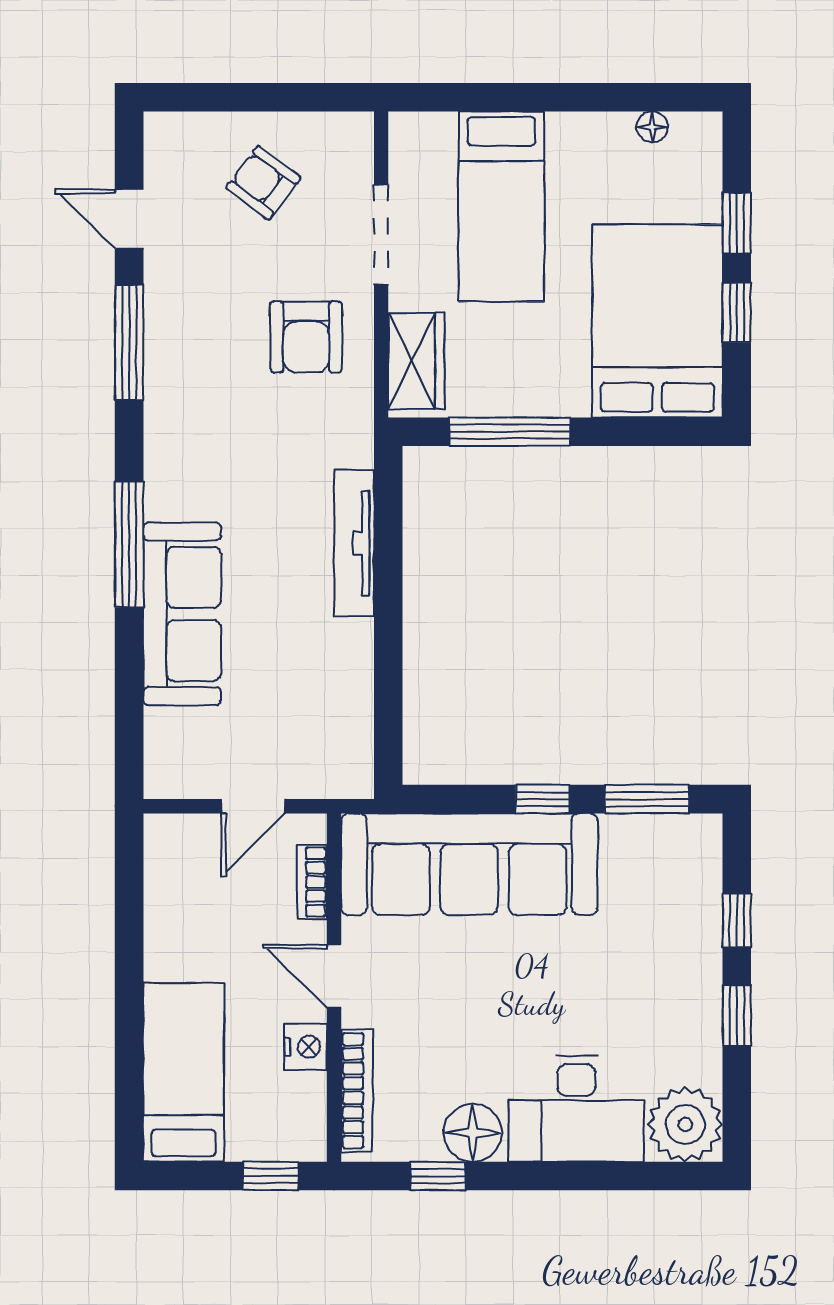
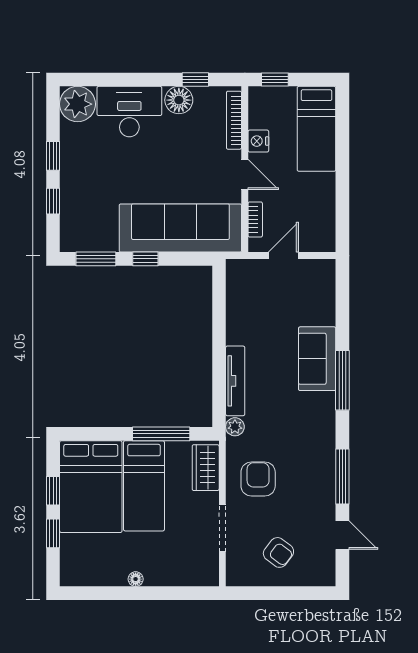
floor lamp: (652, 127) -> (136, 579), moved
bed: (501, 206) -> (144, 486), moved, turned 180
plant: (355, 447) -> (235, 427), added
sofa: (182, 614) -> (317, 359), width x0.73

